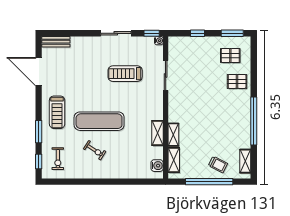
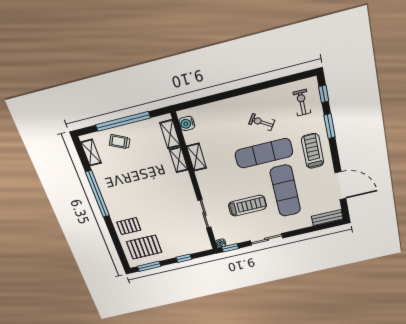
pallet: (230, 56) -> (144, 247), width x1.50, depth x1.42
exercise mat: (88, 80) -> (285, 191), added

